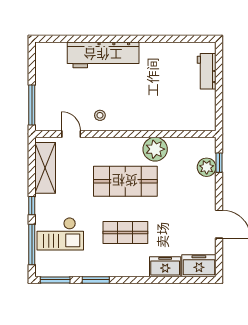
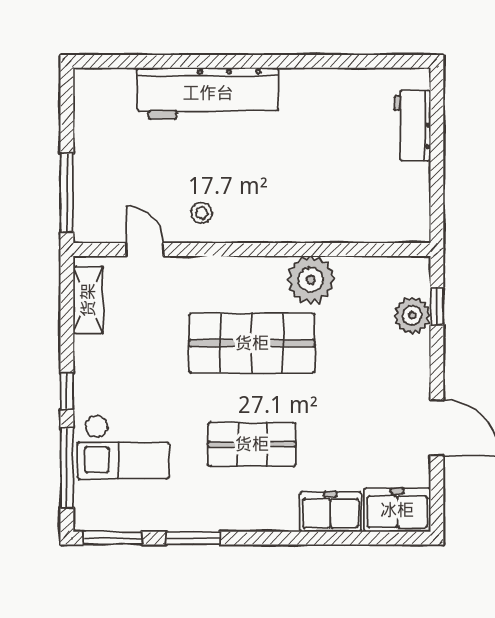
shelving: (45, 168) -> (88, 300), width x0.67, depth x0.75

